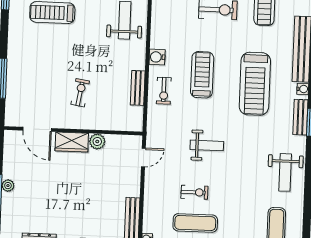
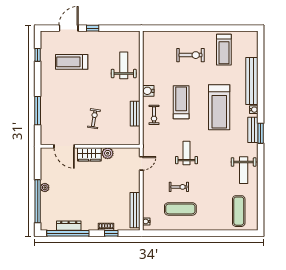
weight bench: (207, 145) -> (186, 153), turned -90

